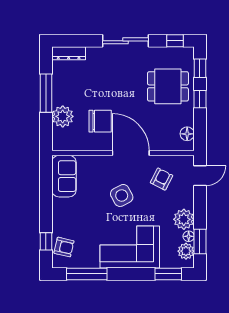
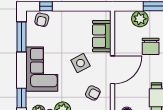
chair: (100, 121) -> (151, 46), moved
sofa: (64, 176) -> (102, 36), moved, turned 90

